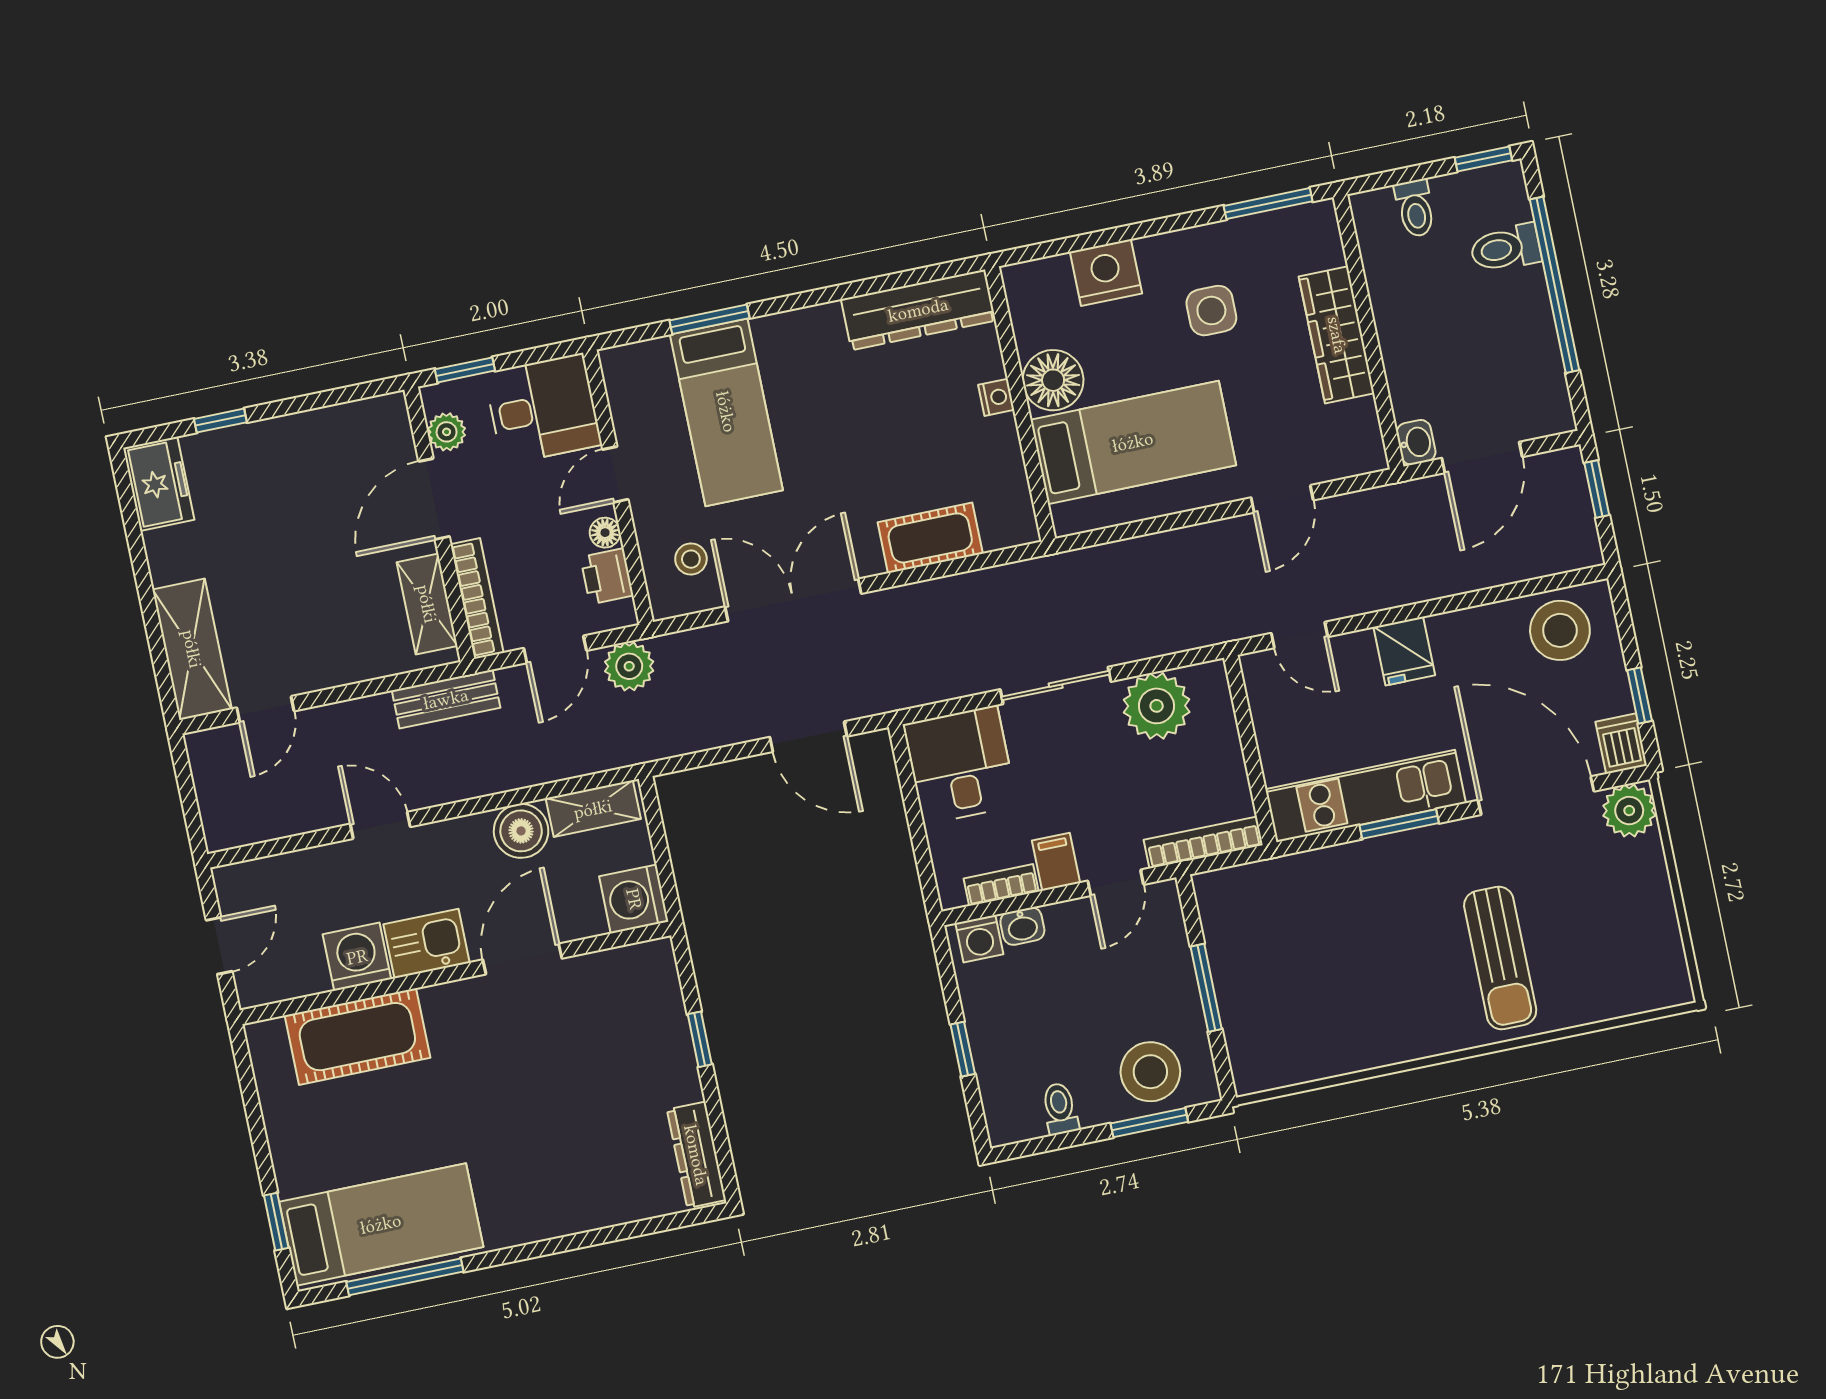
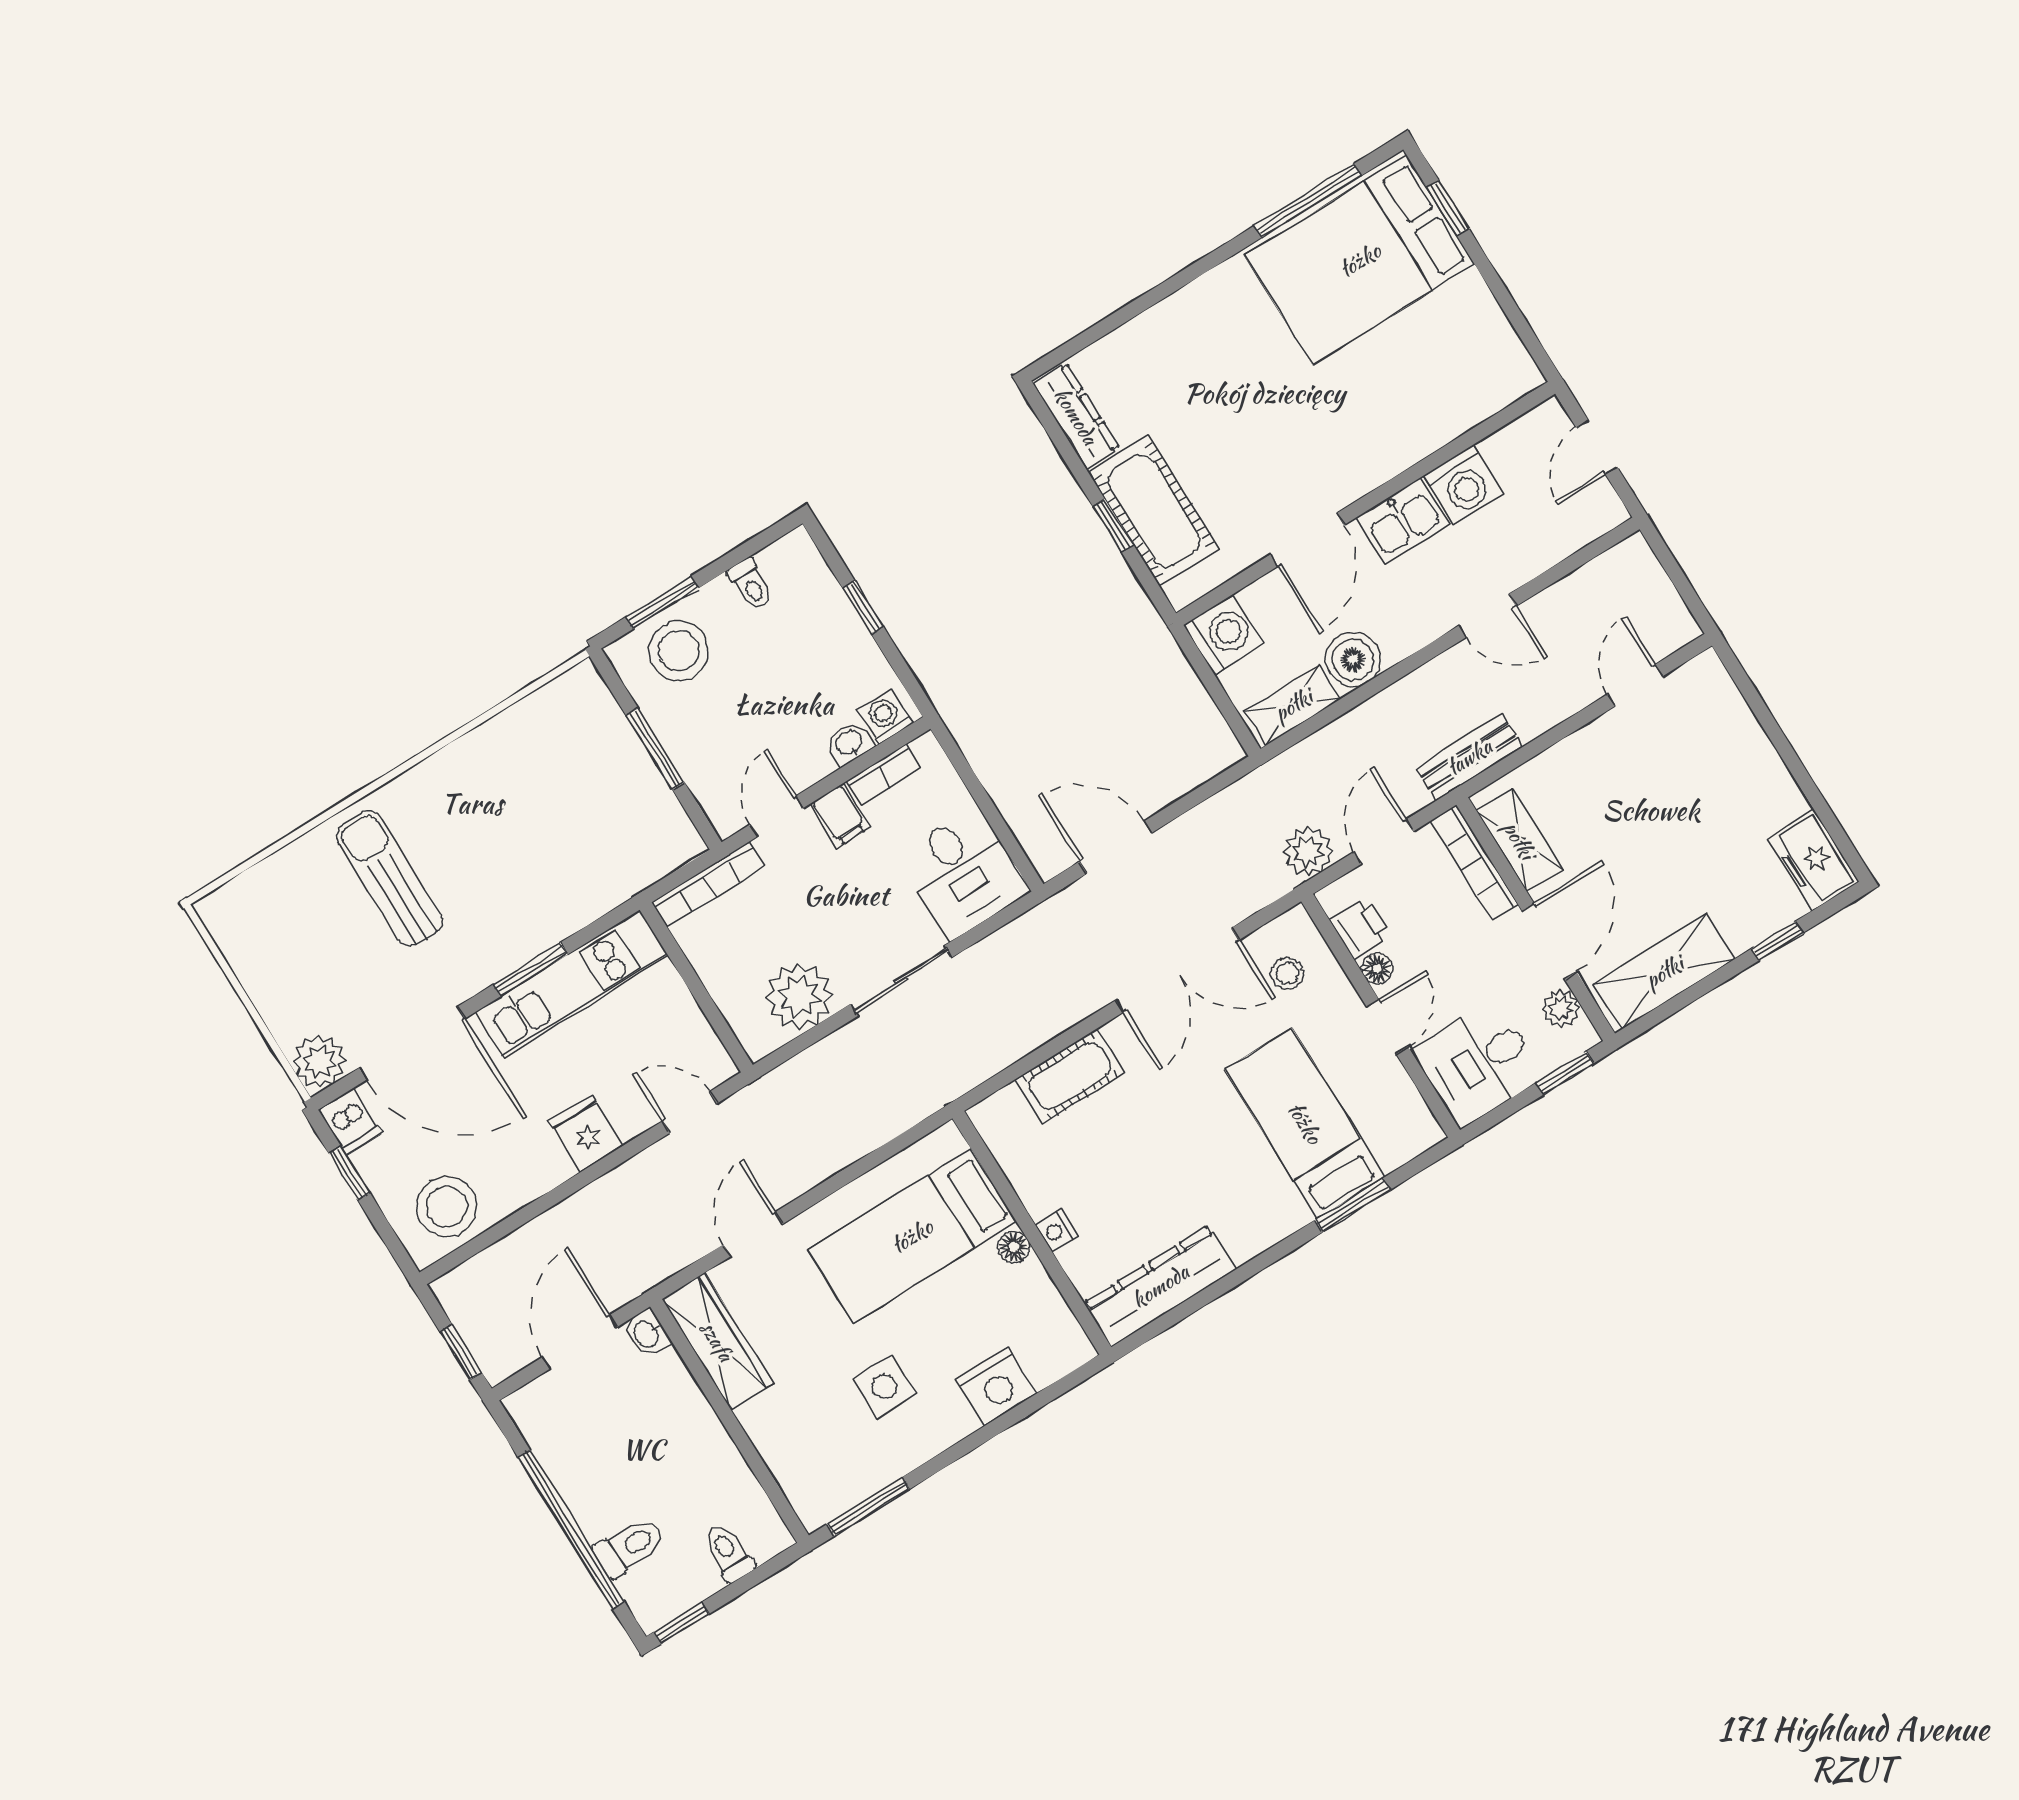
wardrobe: (1337, 335) -> (717, 1341), moved
floor lamp: (1053, 380) -> (1014, 1247), width x0.53, depth x0.53
shelving: (192, 649) -> (1664, 972), moved, turned 90
cot: (357, 1037) -> (1154, 510), moved, turned 90
bed: (381, 1224) -> (1360, 260), width x1.50

